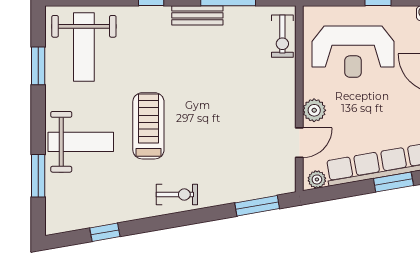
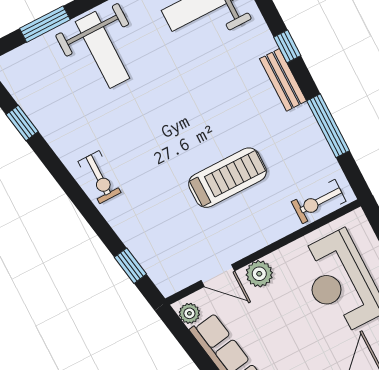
bench: (197, 15) -> (283, 80), moved
treadmill: (148, 126) -> (227, 178), moved
window: (257, 206) -> (130, 266), width x0.67

